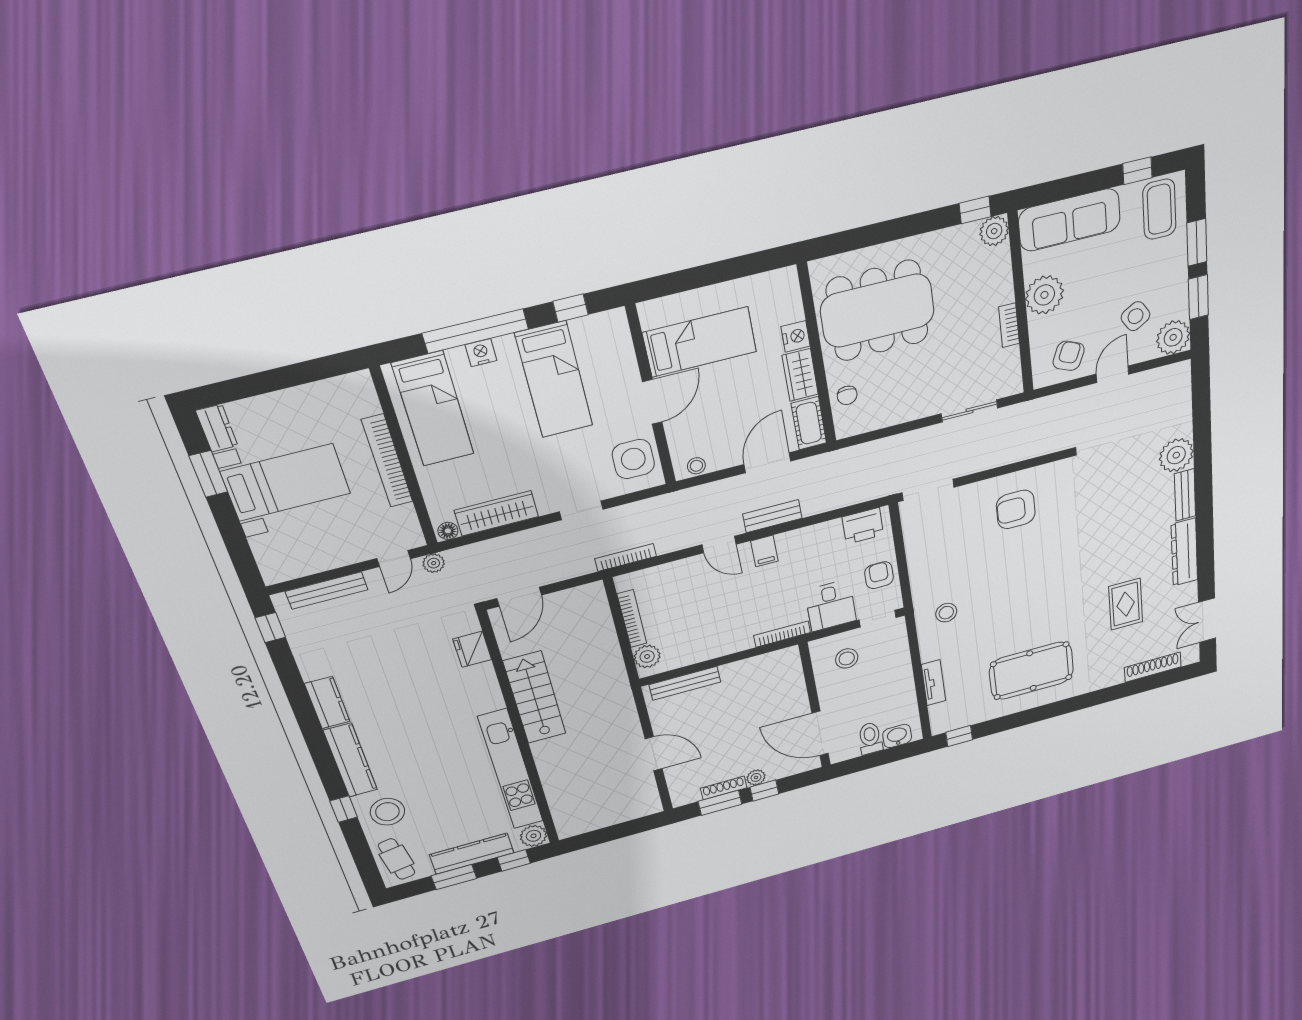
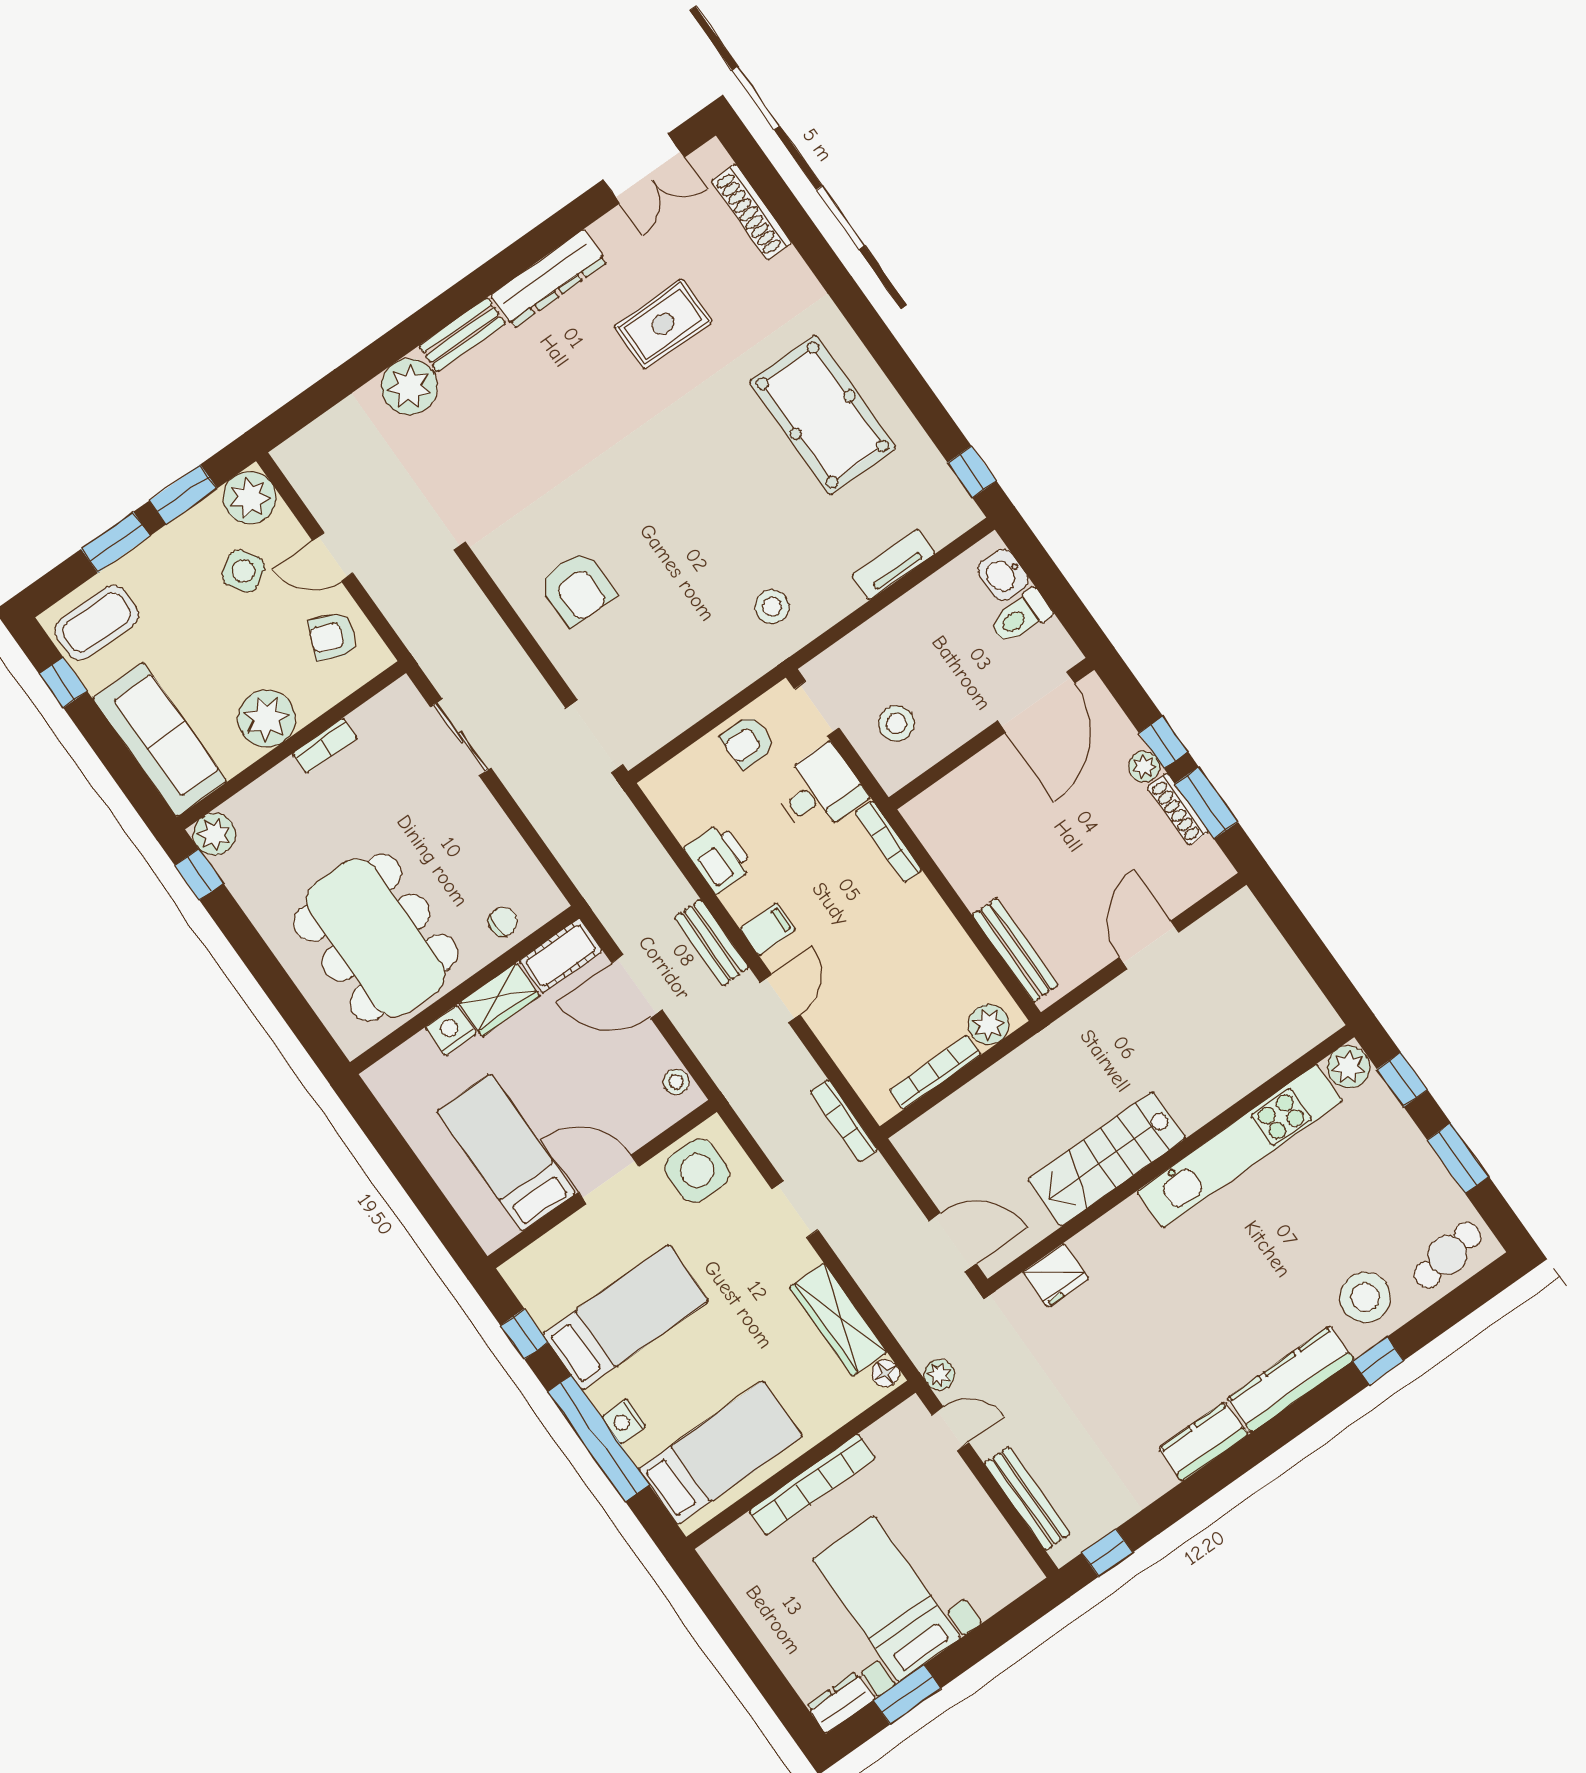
printer: (863, 526) -> (719, 858), moved
kitchen counter: (472, 854) -> (1407, 1148), removed

